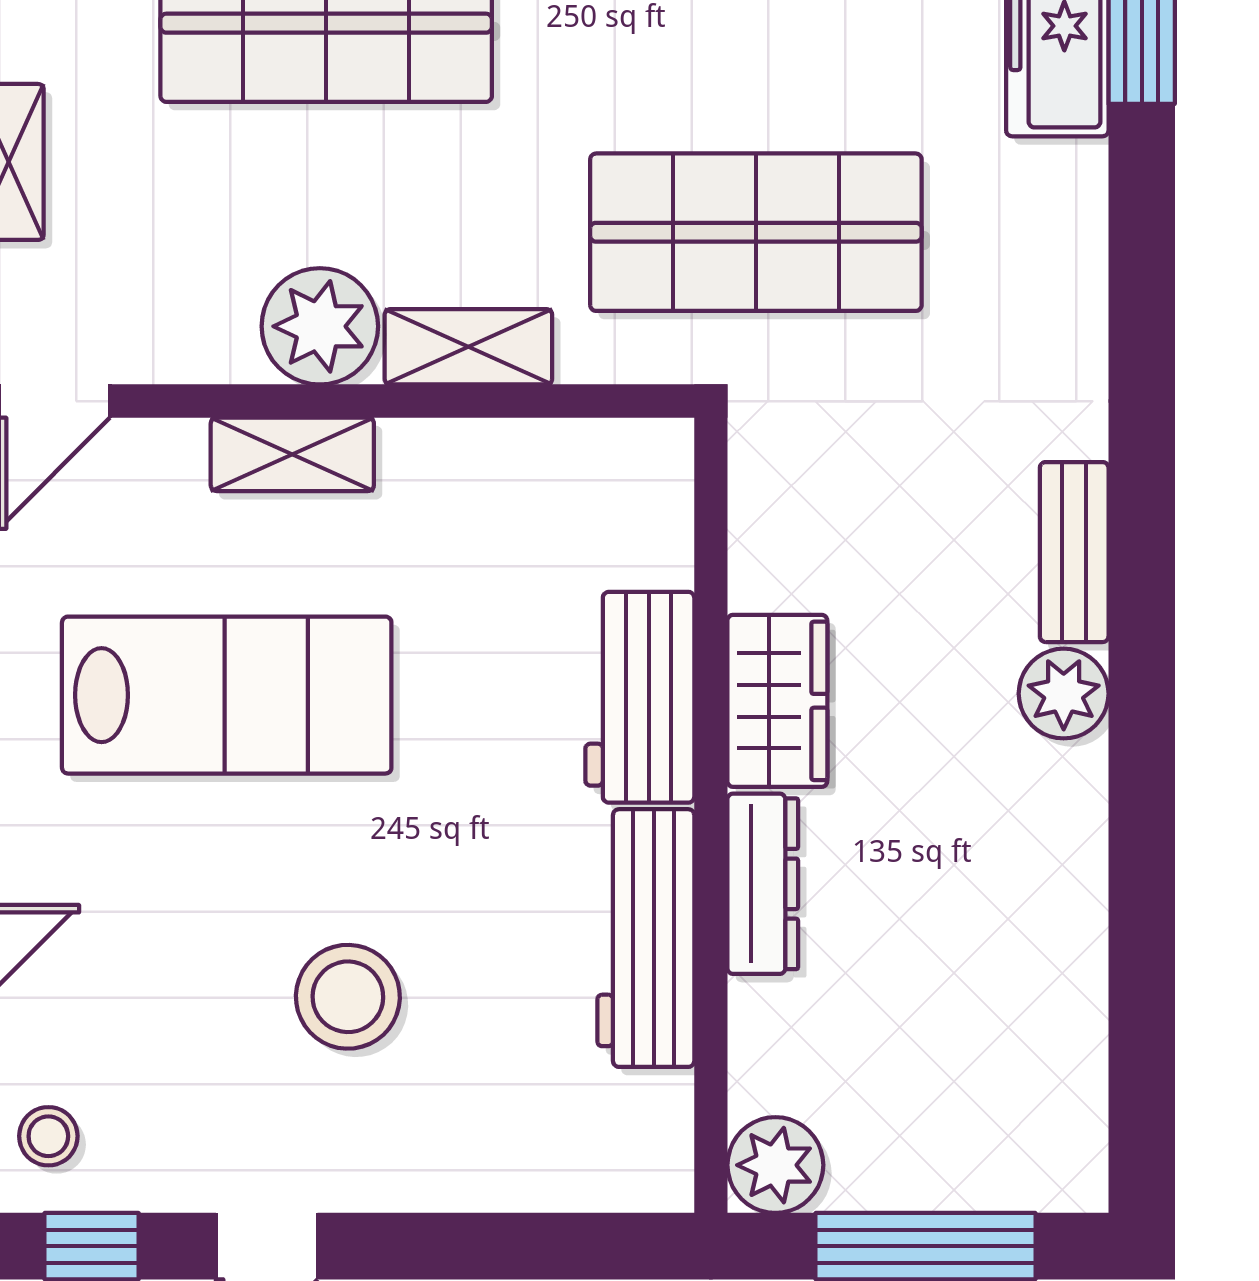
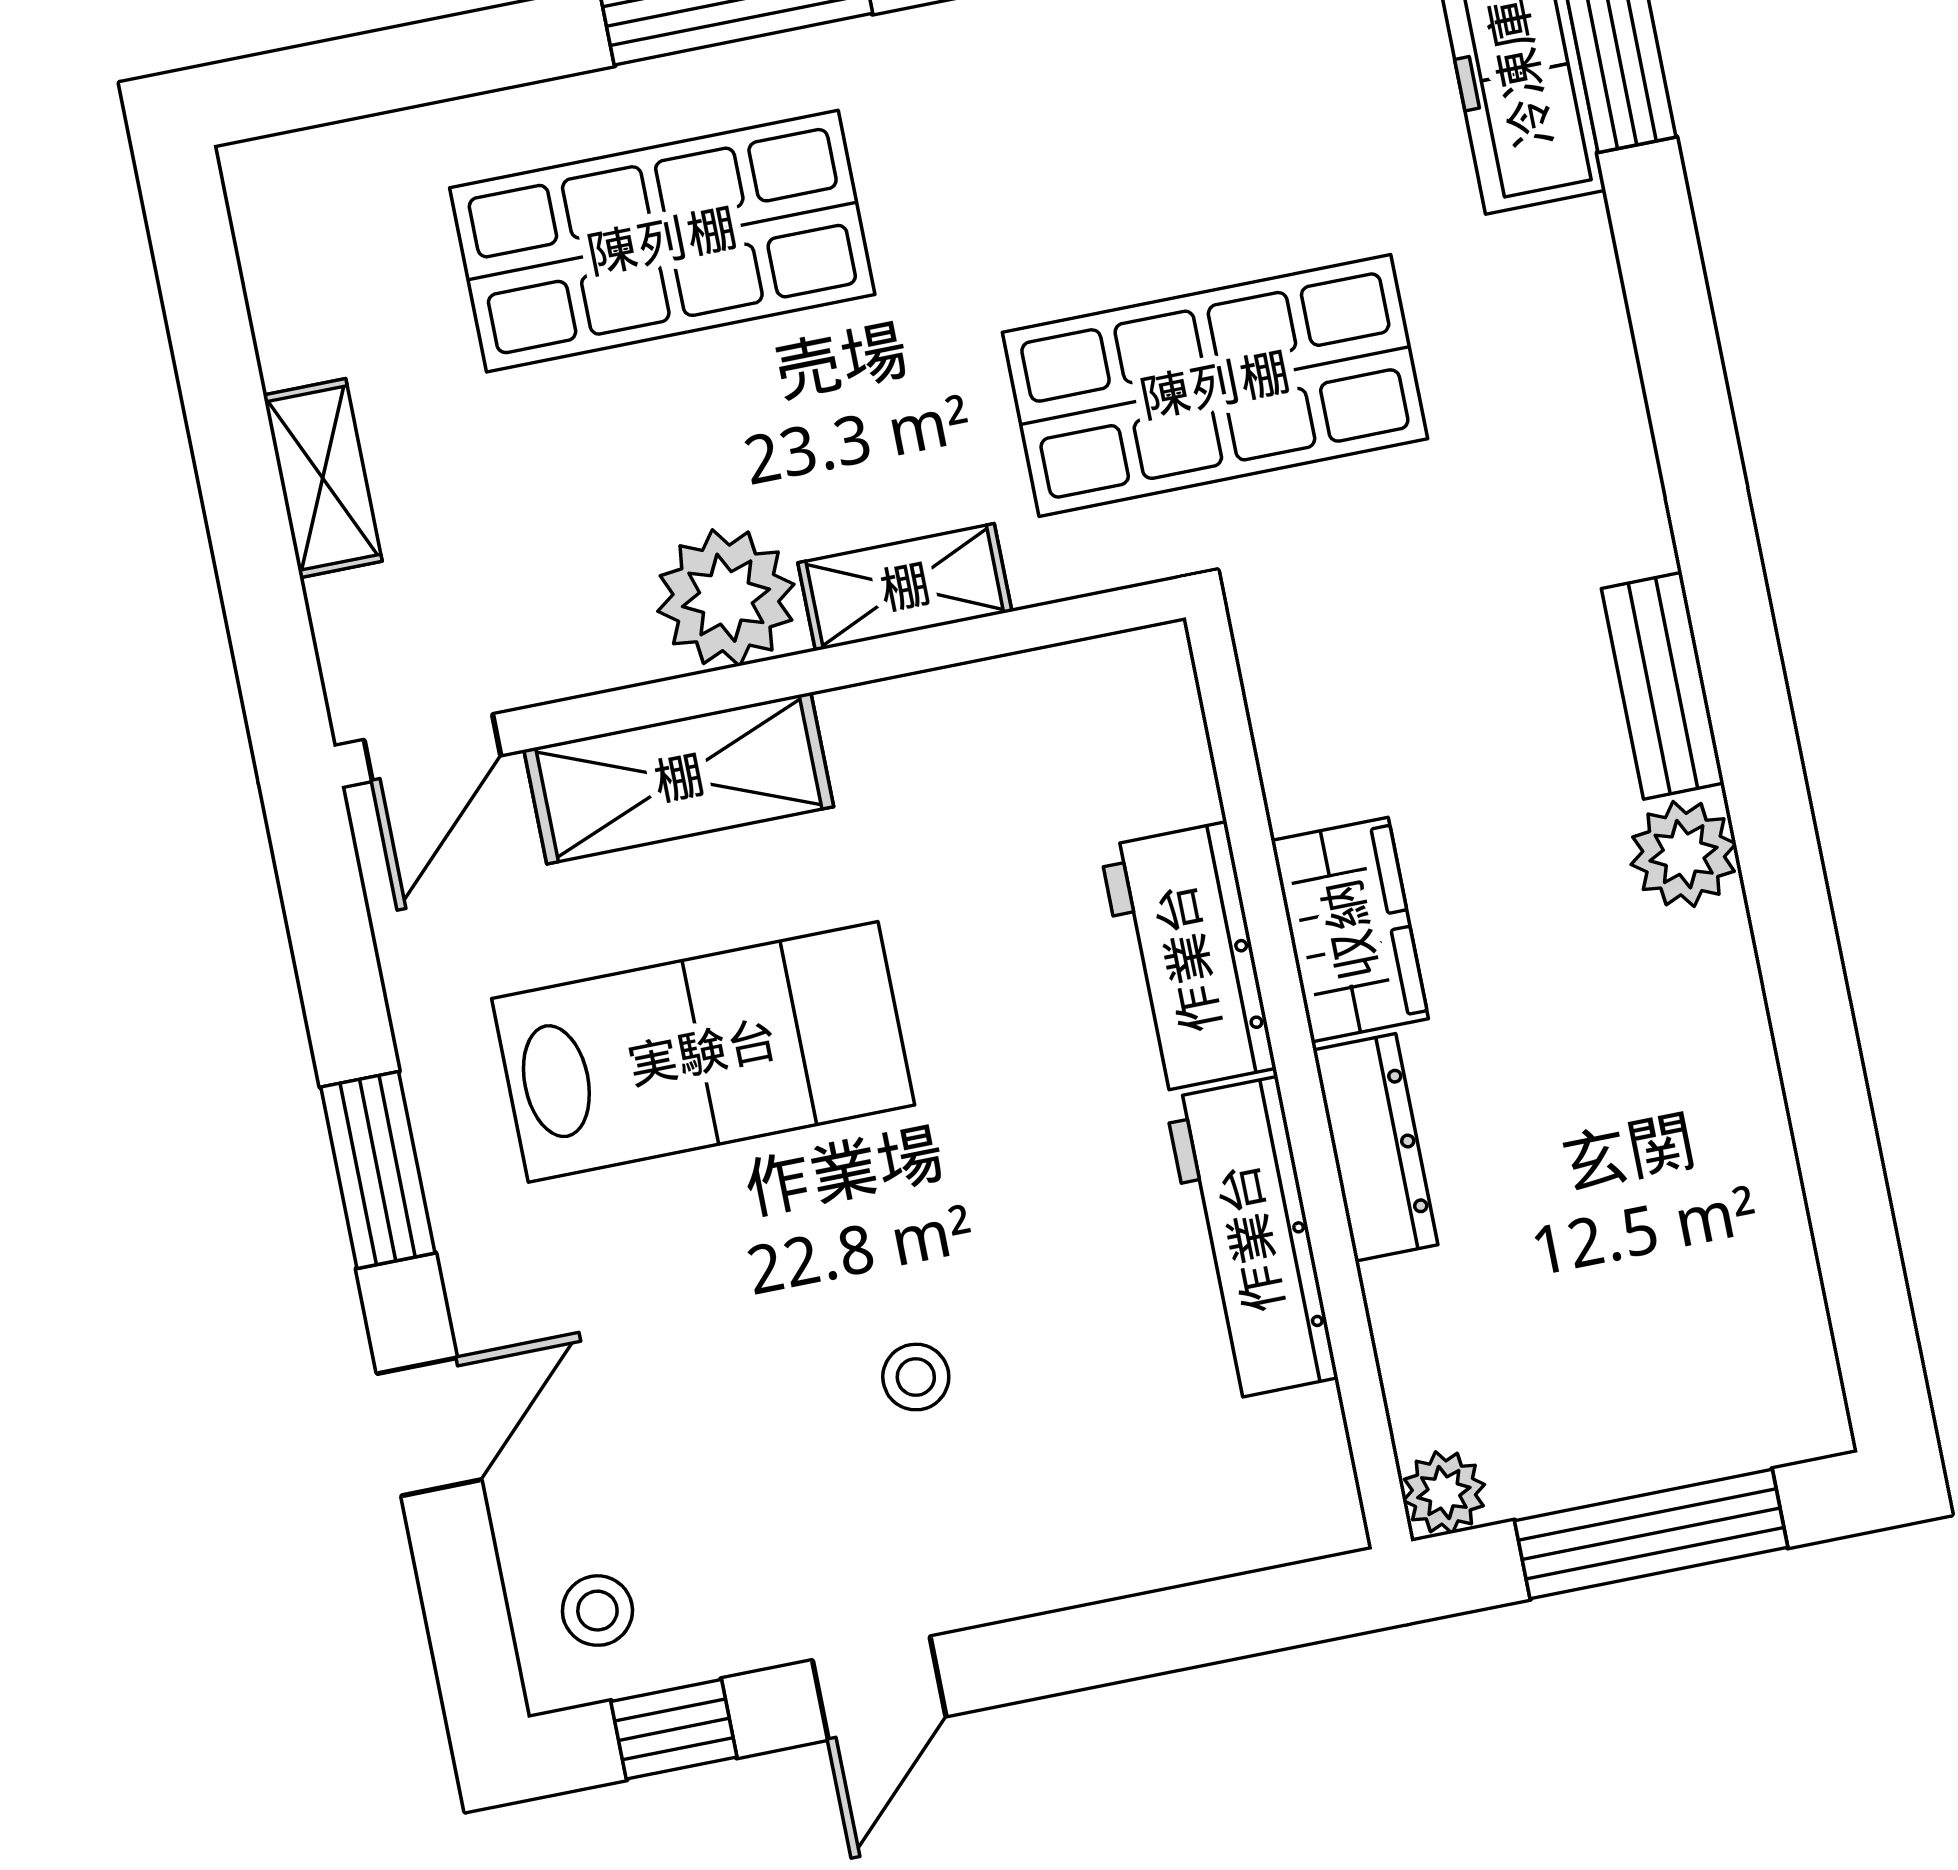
shelving: (292, 454) -> (679, 778), width x1.50, depth x1.33
stool: (348, 997) -> (916, 1377), width x0.53, depth x0.53
plant: (775, 1165) -> (1444, 1492), width x0.73, depth x0.73

